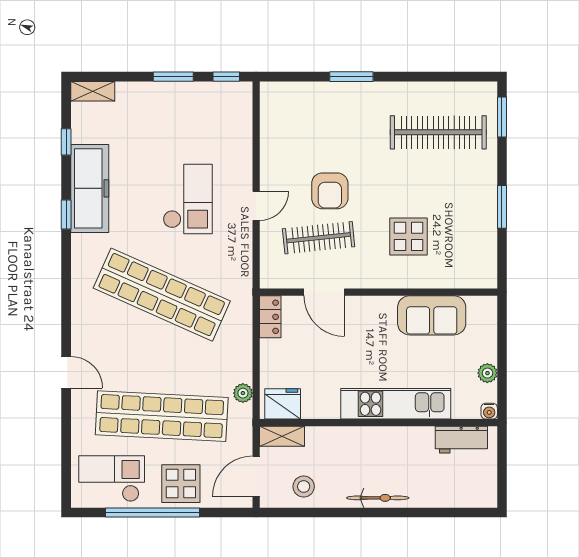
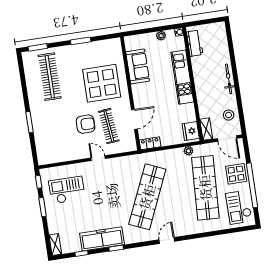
checkout: (188, 199) -> (67, 190), moved
display table: (409, 236) -> (102, 83), width x1.86, depth x1.86
door: (66, 372) -> (167, 240), moved

